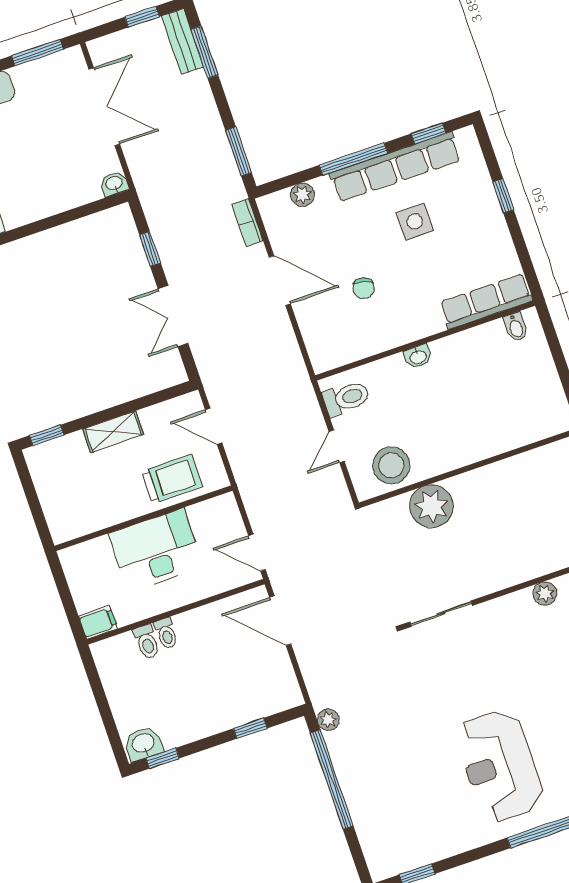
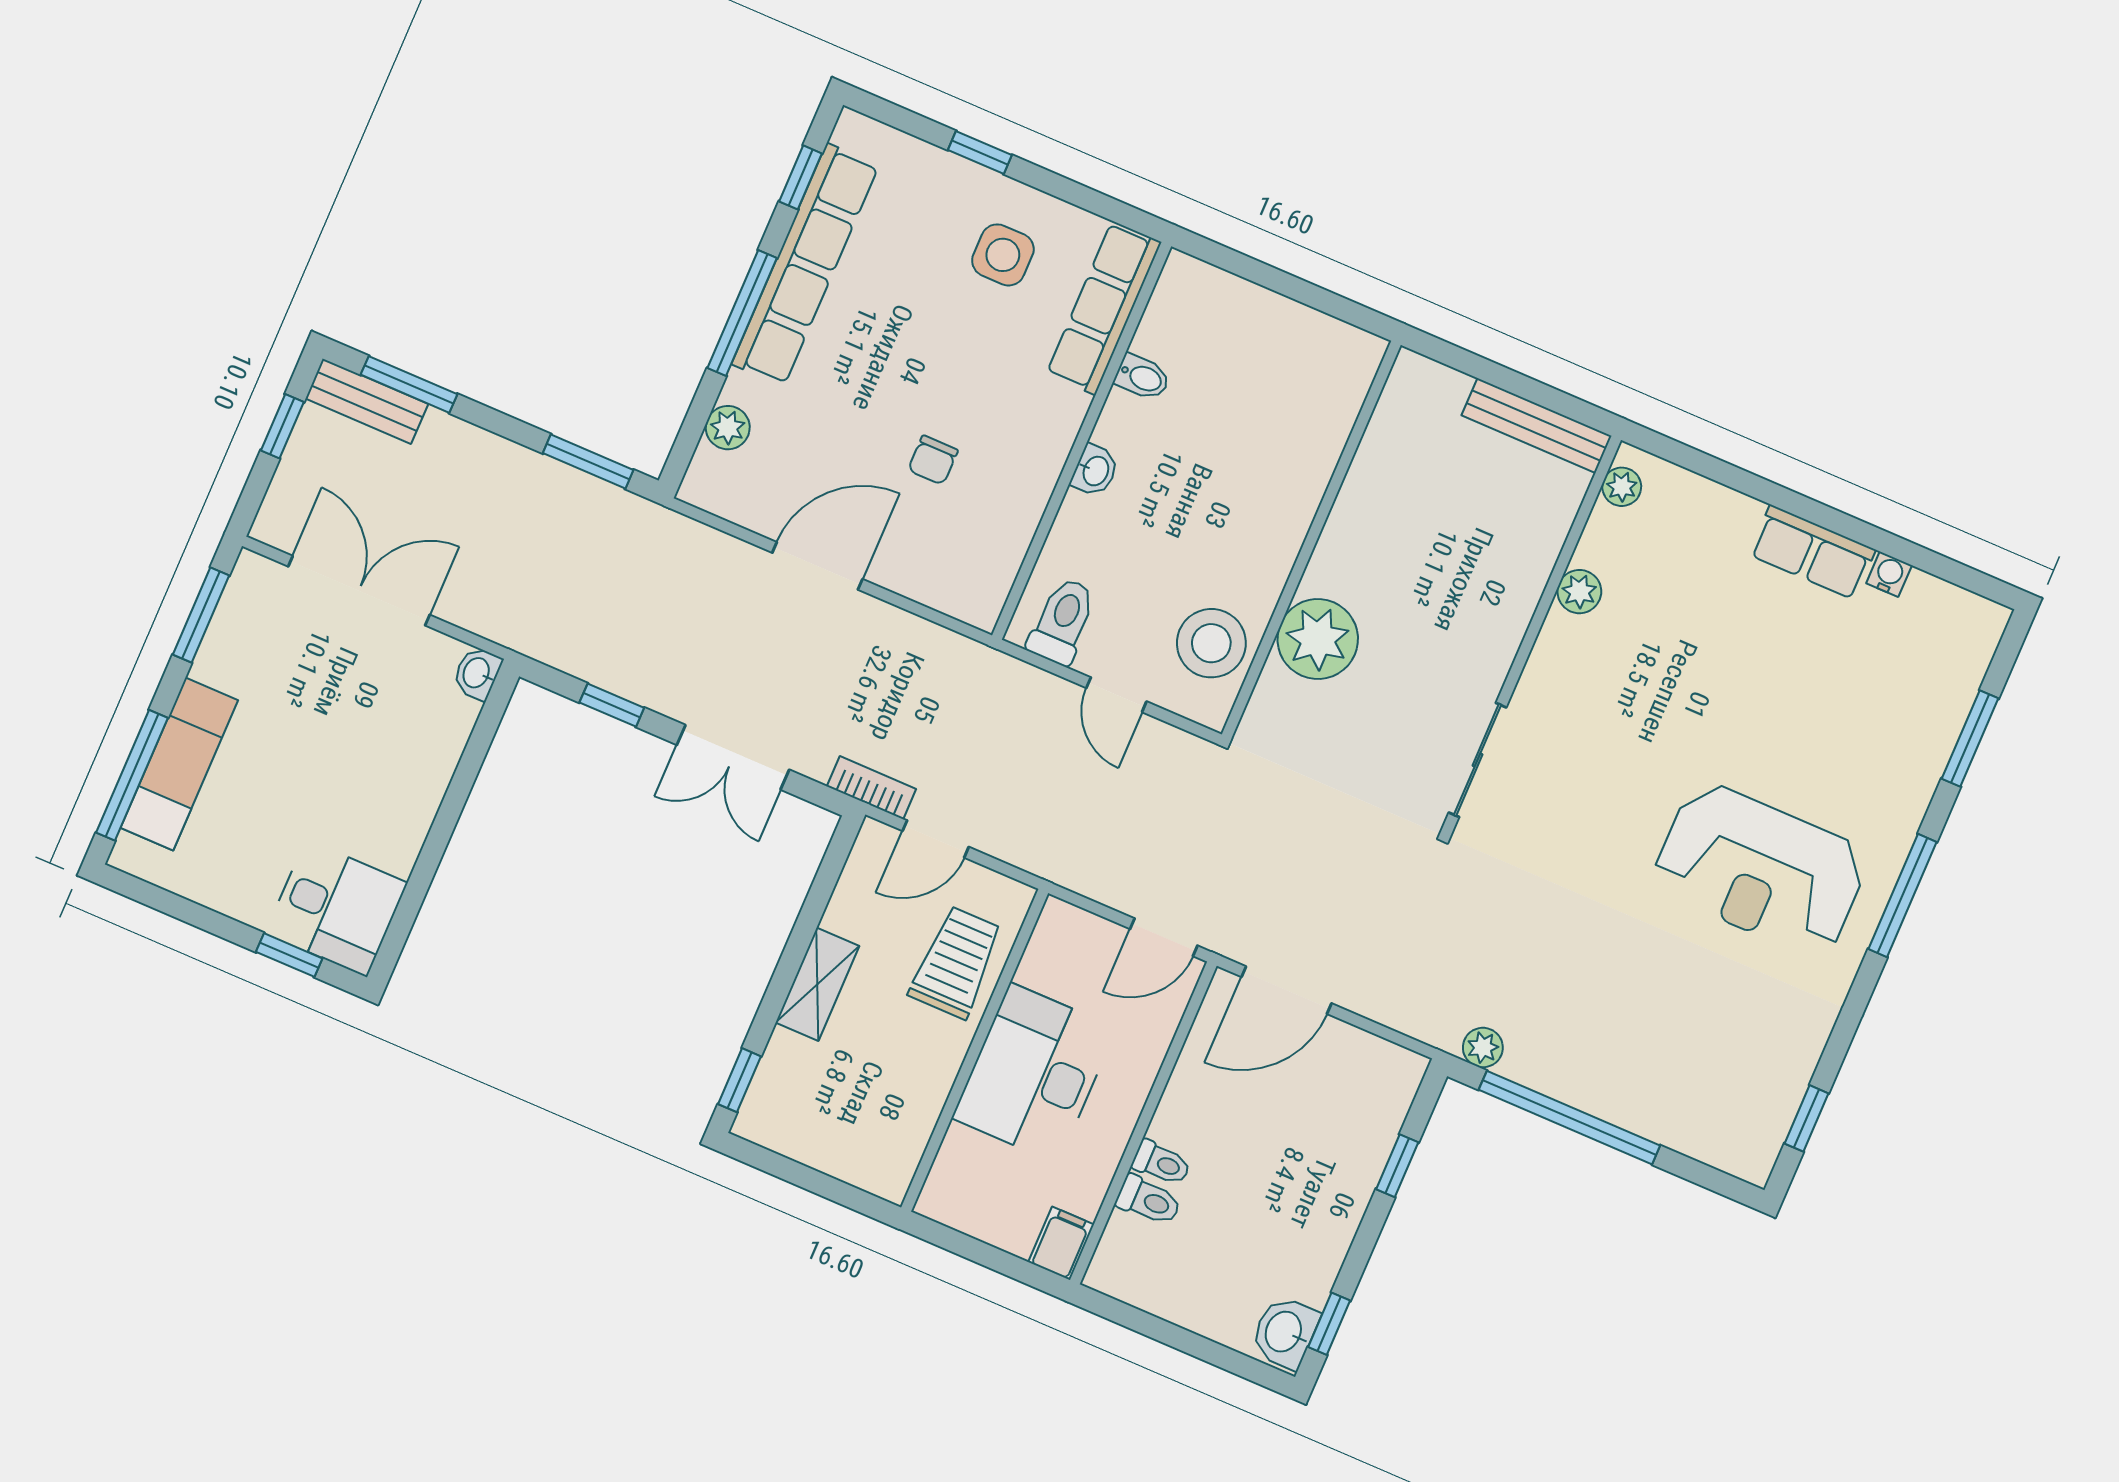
side table: (415, 221) -> (1003, 255), moved
bookcase: (248, 222) -> (871, 788), moved, turned 180
chair: (364, 288) -> (933, 460), turned 73
bidet: (516, 327) -> (1142, 377), moved

